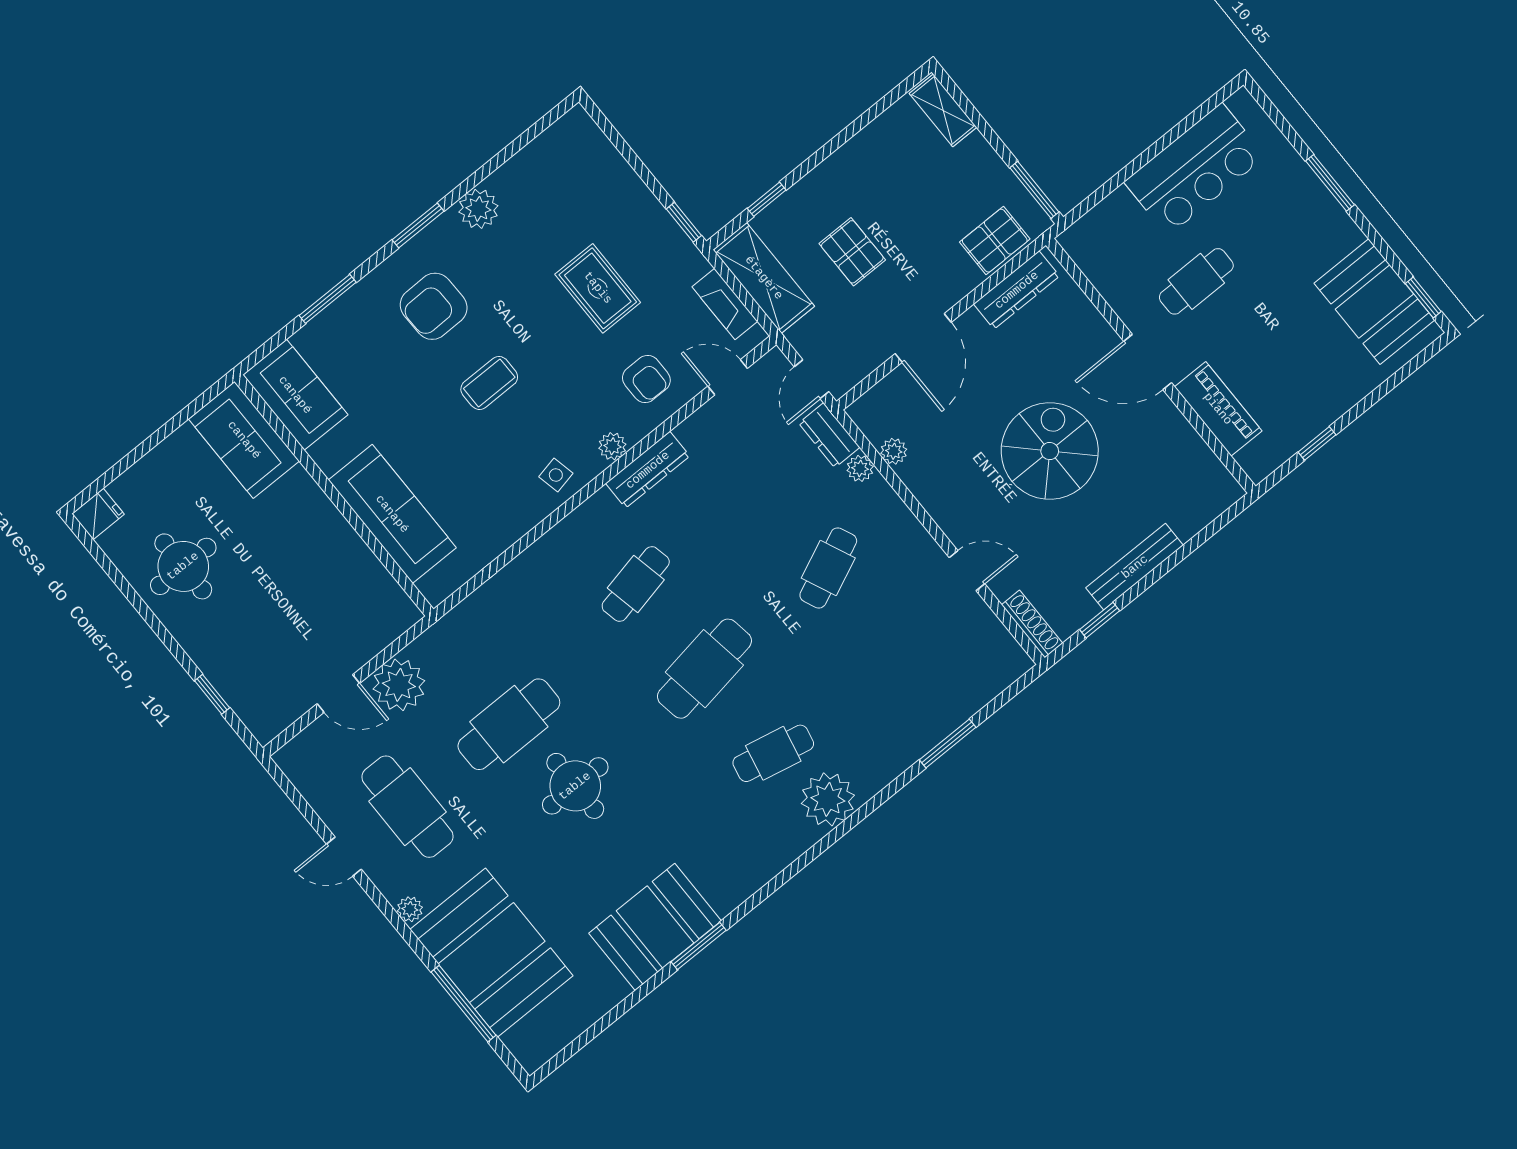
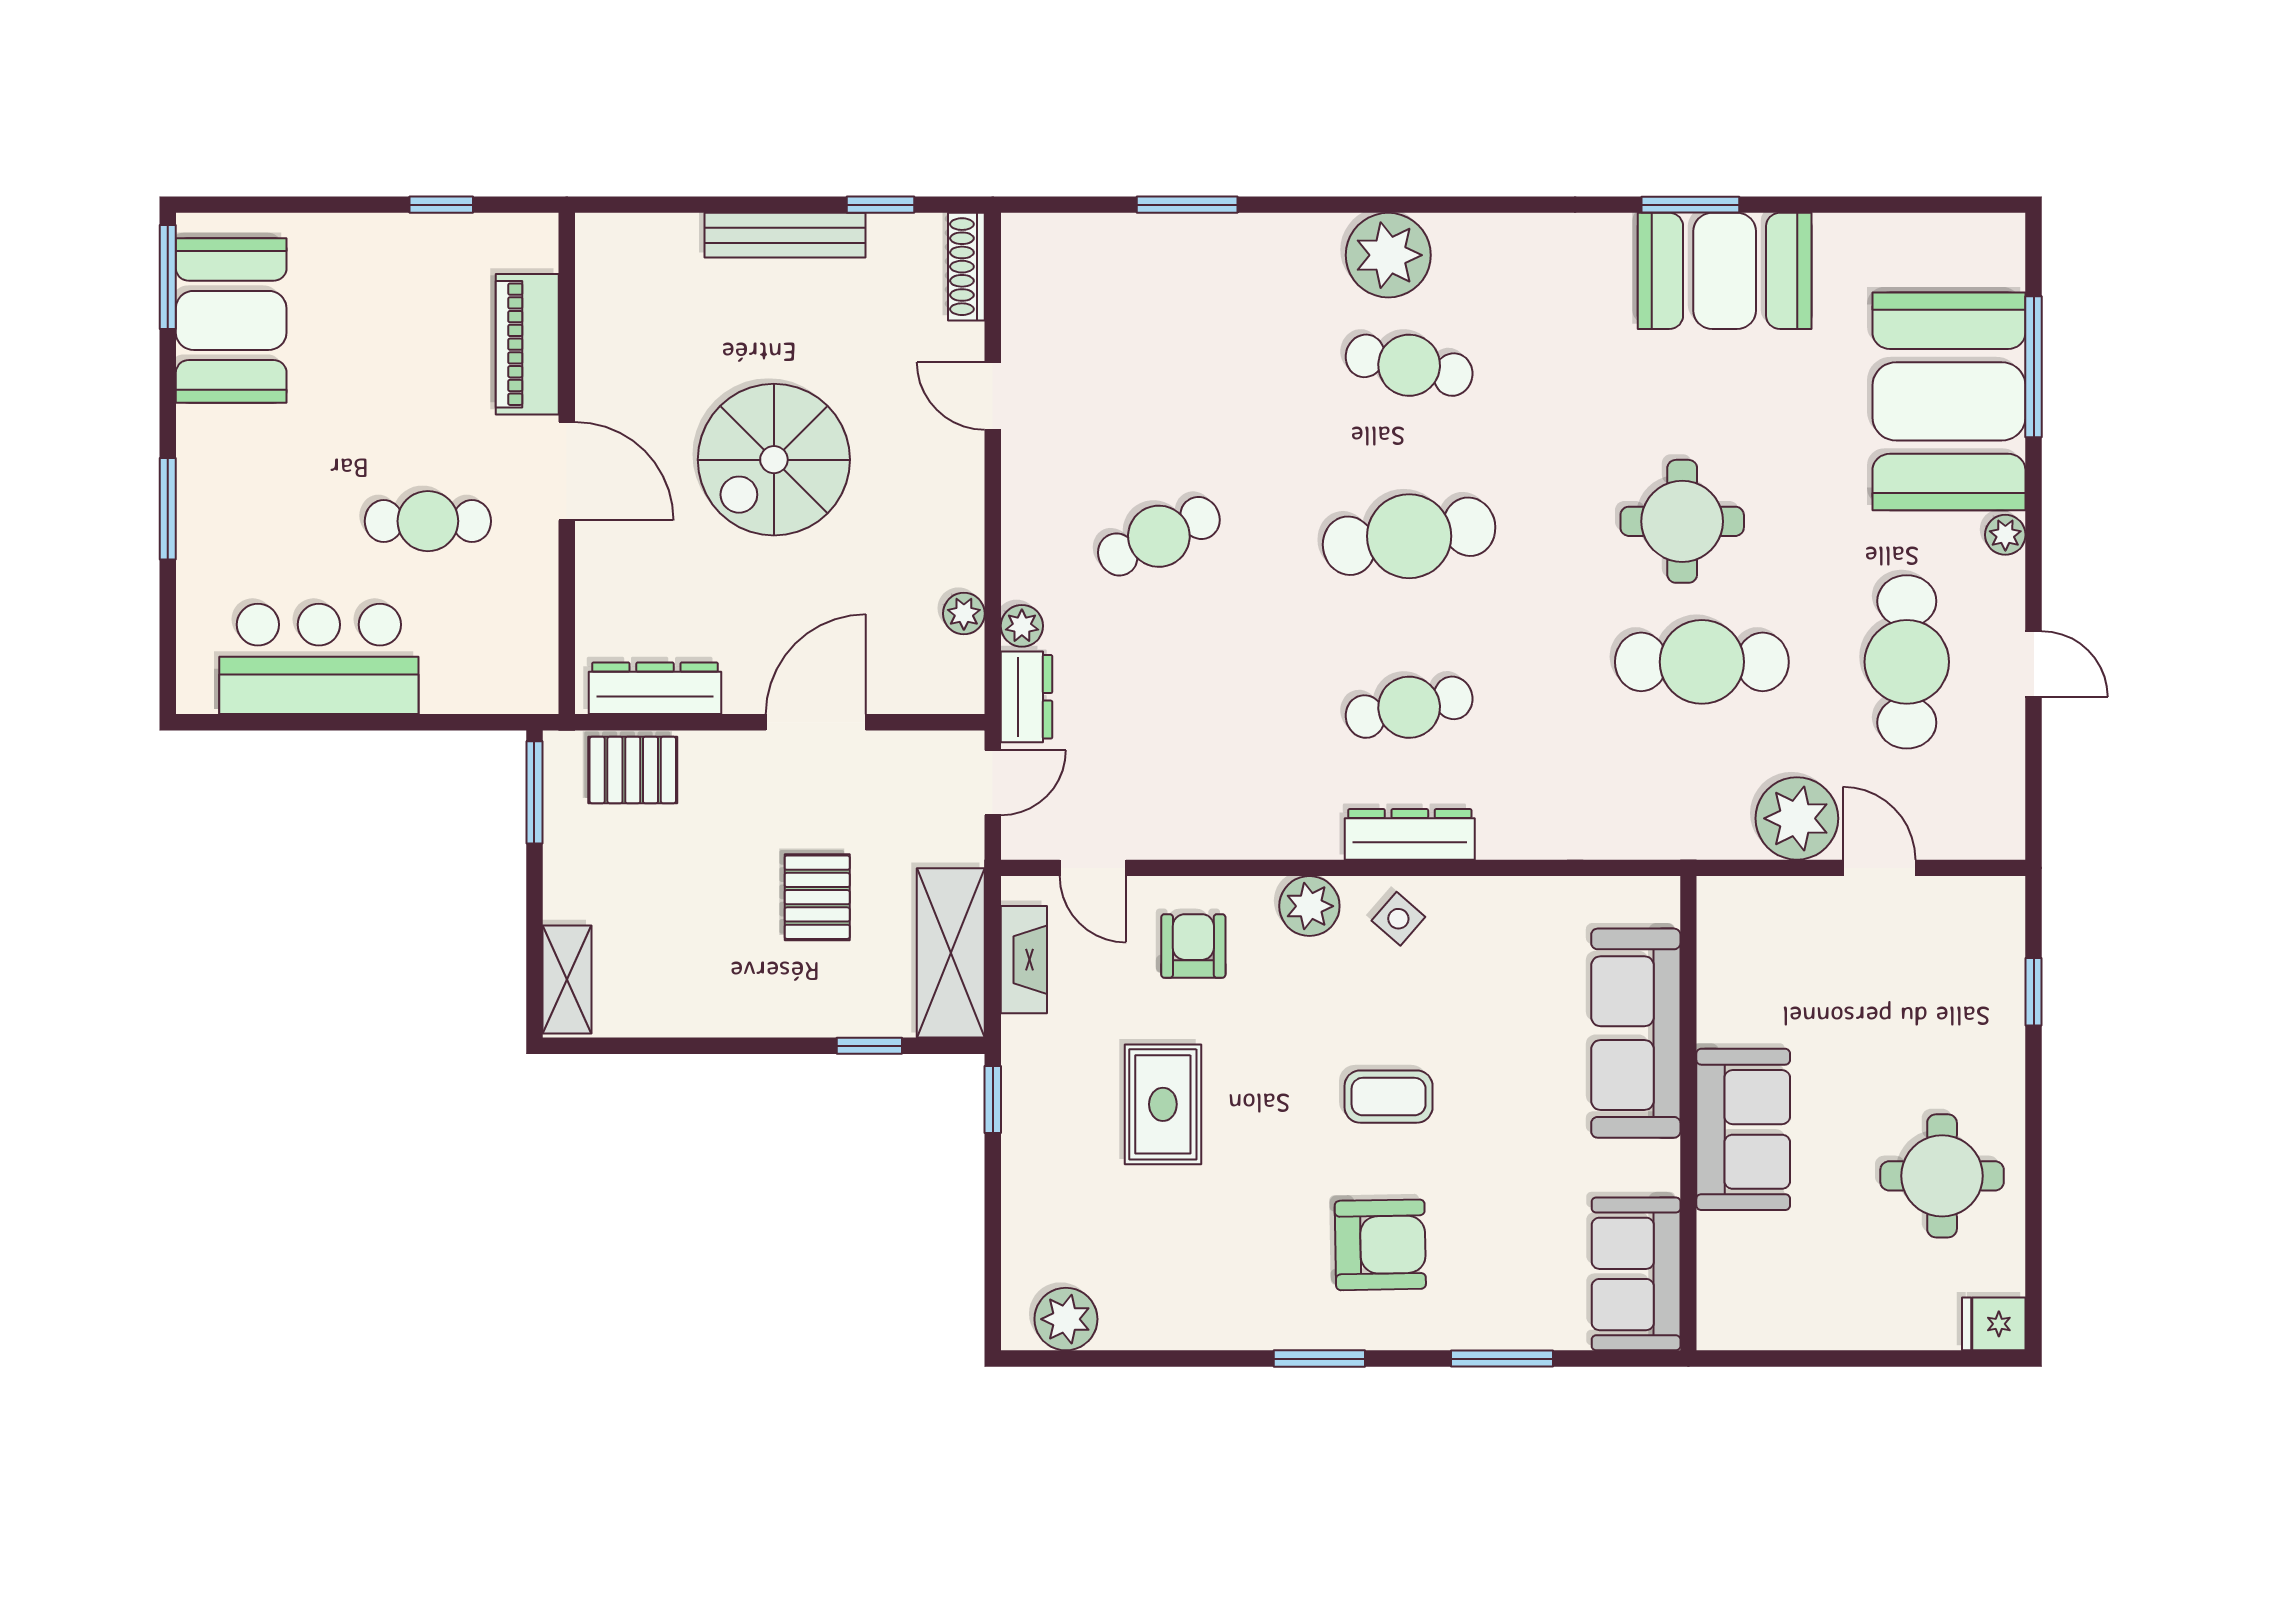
plant: (478, 209) -> (1066, 1319), moved
window: (1423, 298) -> (168, 277), width x1.50
sofa: (244, 440) -> (1743, 1129), moved
plant: (612, 446) -> (1309, 906), width x1.38, depth x1.38
dresser: (648, 470) -> (1410, 834), moved
side table: (556, 475) -> (1398, 919), turned -37

